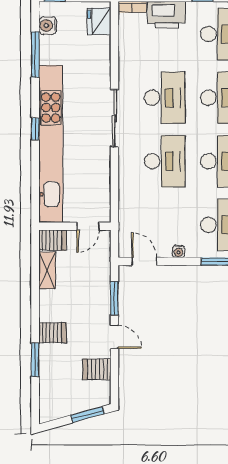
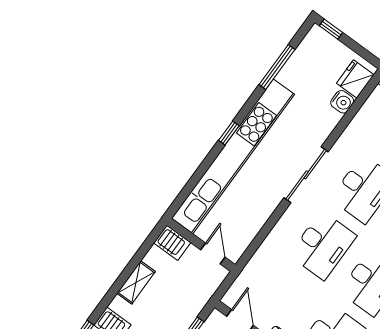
water cooler: (48, 26) -> (342, 102), moved, turned 180
door: (88, 226) -> (213, 253), swing flipped
shelving: (47, 270) -> (136, 282), moved

